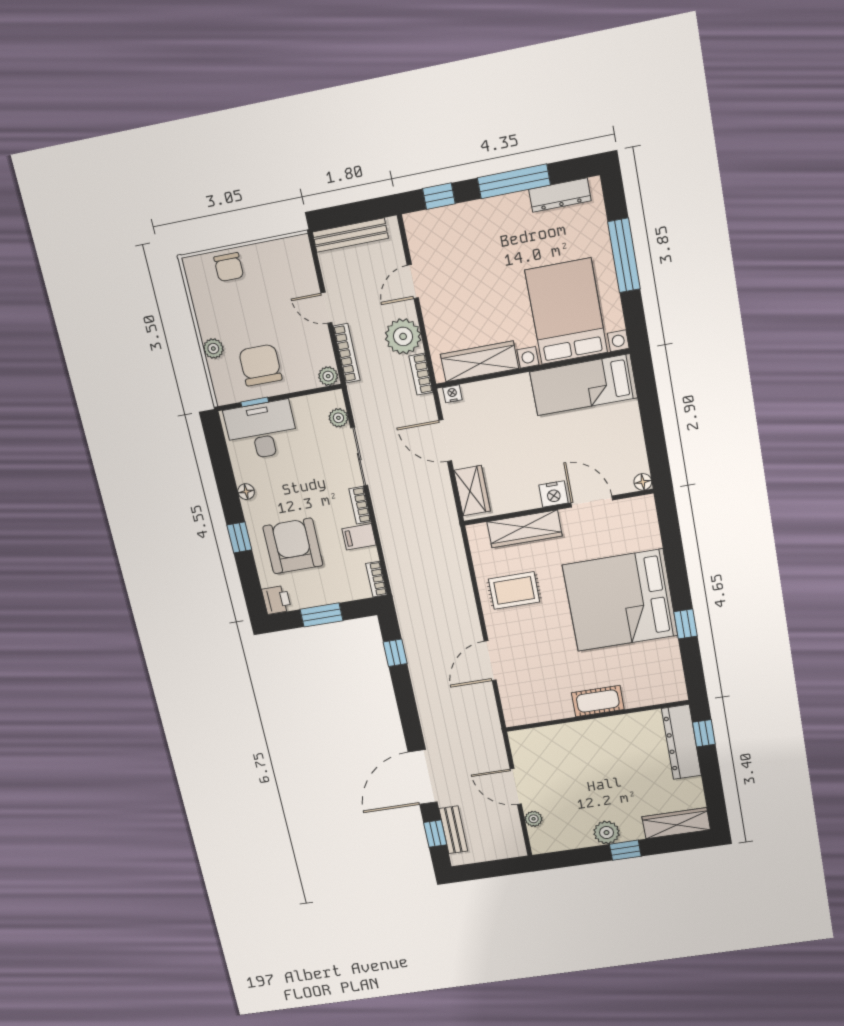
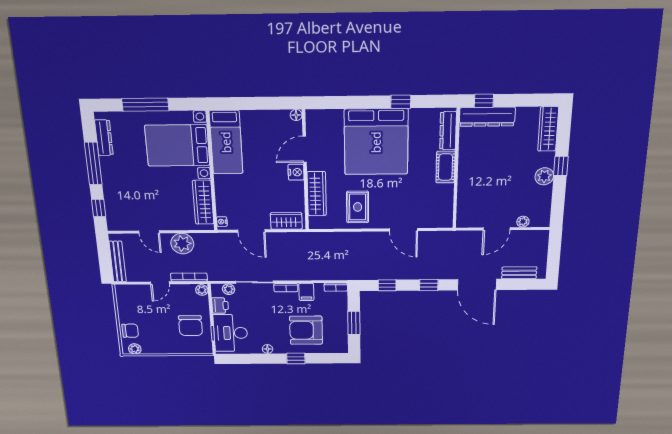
plant: (213, 349) -> (135, 349), moved
chair: (260, 365) -> (190, 326), turned -90
bookcase: (421, 374) -> (207, 238), removed
door: (445, 441) -> (251, 231), hinge flipped
printer: (277, 600) -> (220, 305), moved, turned 90
dresser: (653, 695) -> (448, 131), added
window: (435, 834) -> (429, 285), moved

